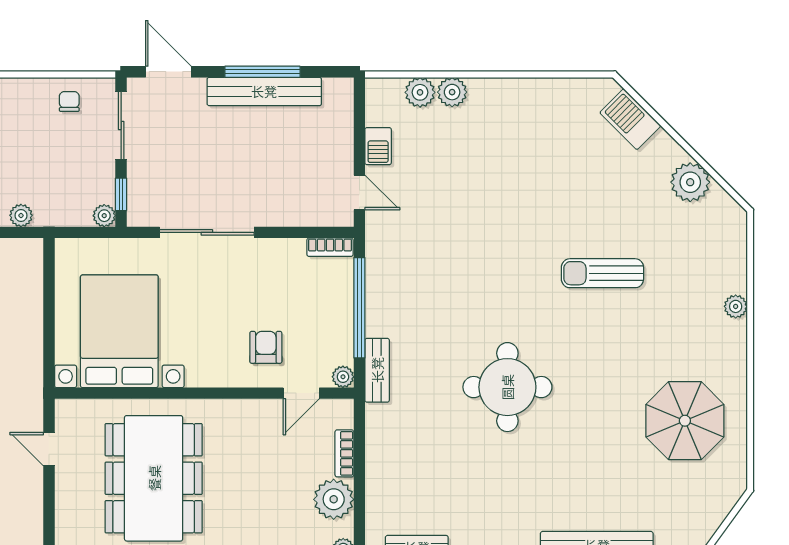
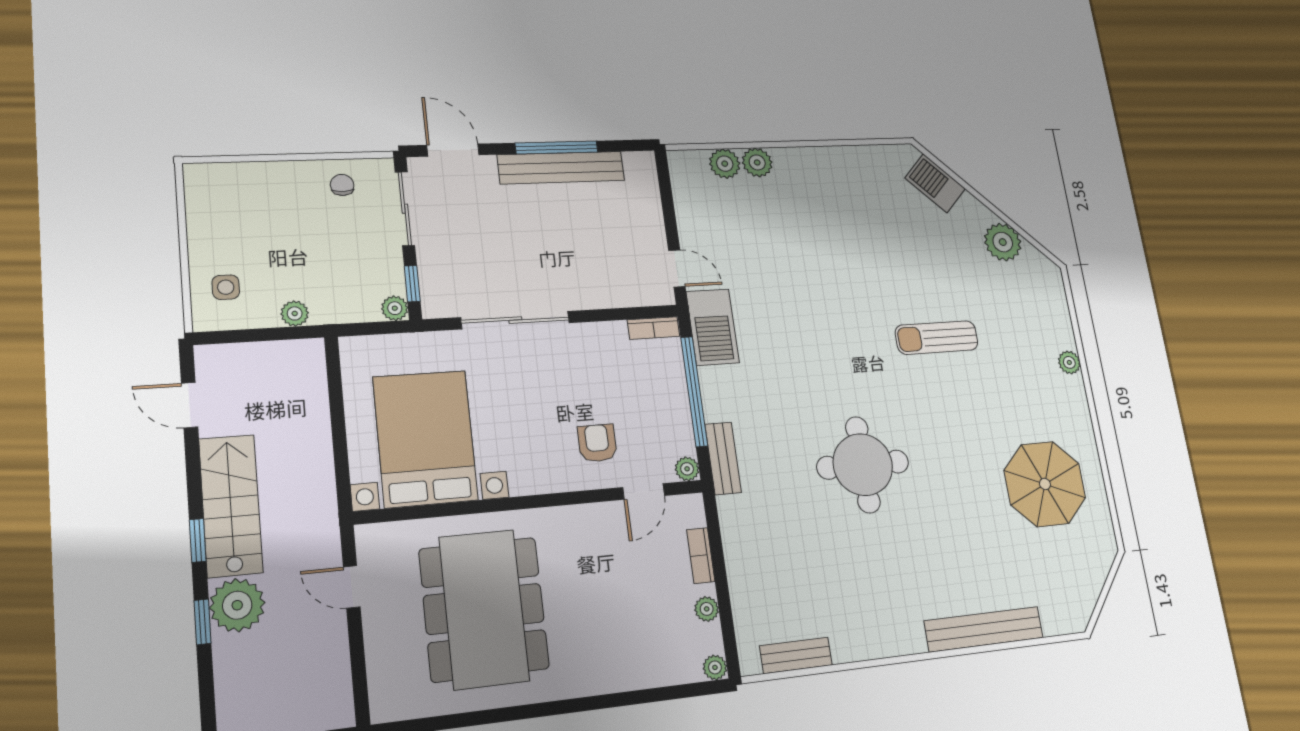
barbecue: (378, 146) -> (713, 327), moved, width x1.88, depth x1.53
plant: (334, 499) -> (707, 609), width x0.53, depth x0.53

